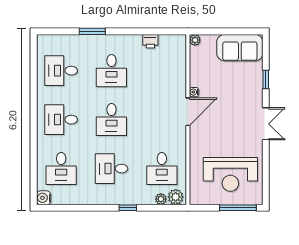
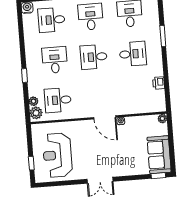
desk: (111, 71) -> (133, 54), turned 180
window: (266, 79) -> (158, 176), moved
window: (238, 208) -> (31, 163), width x0.46

